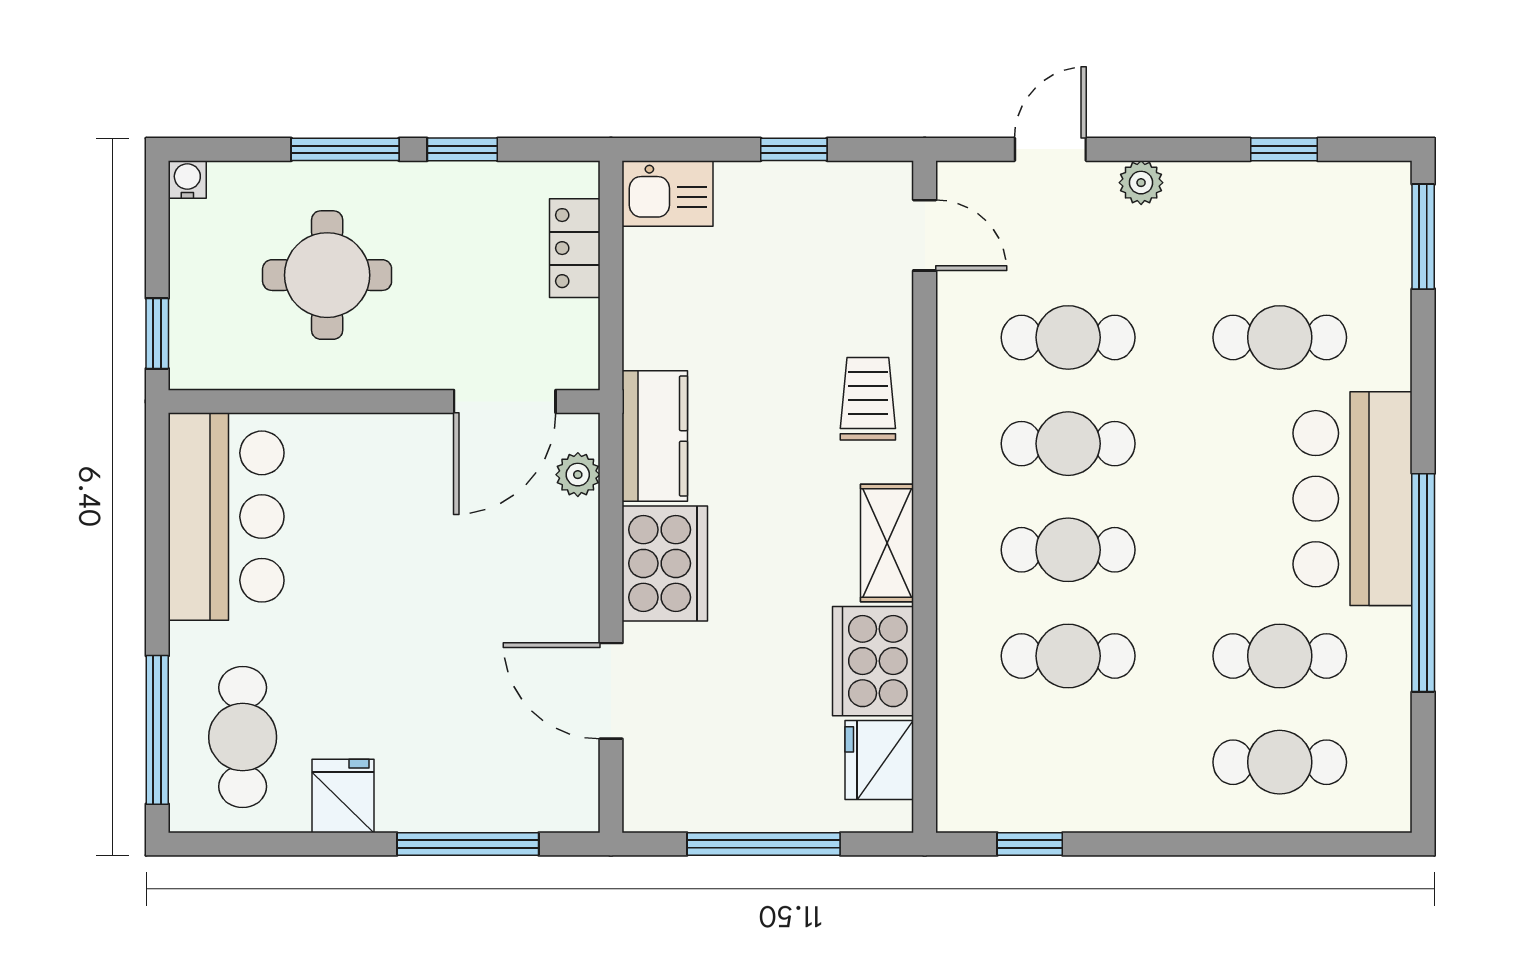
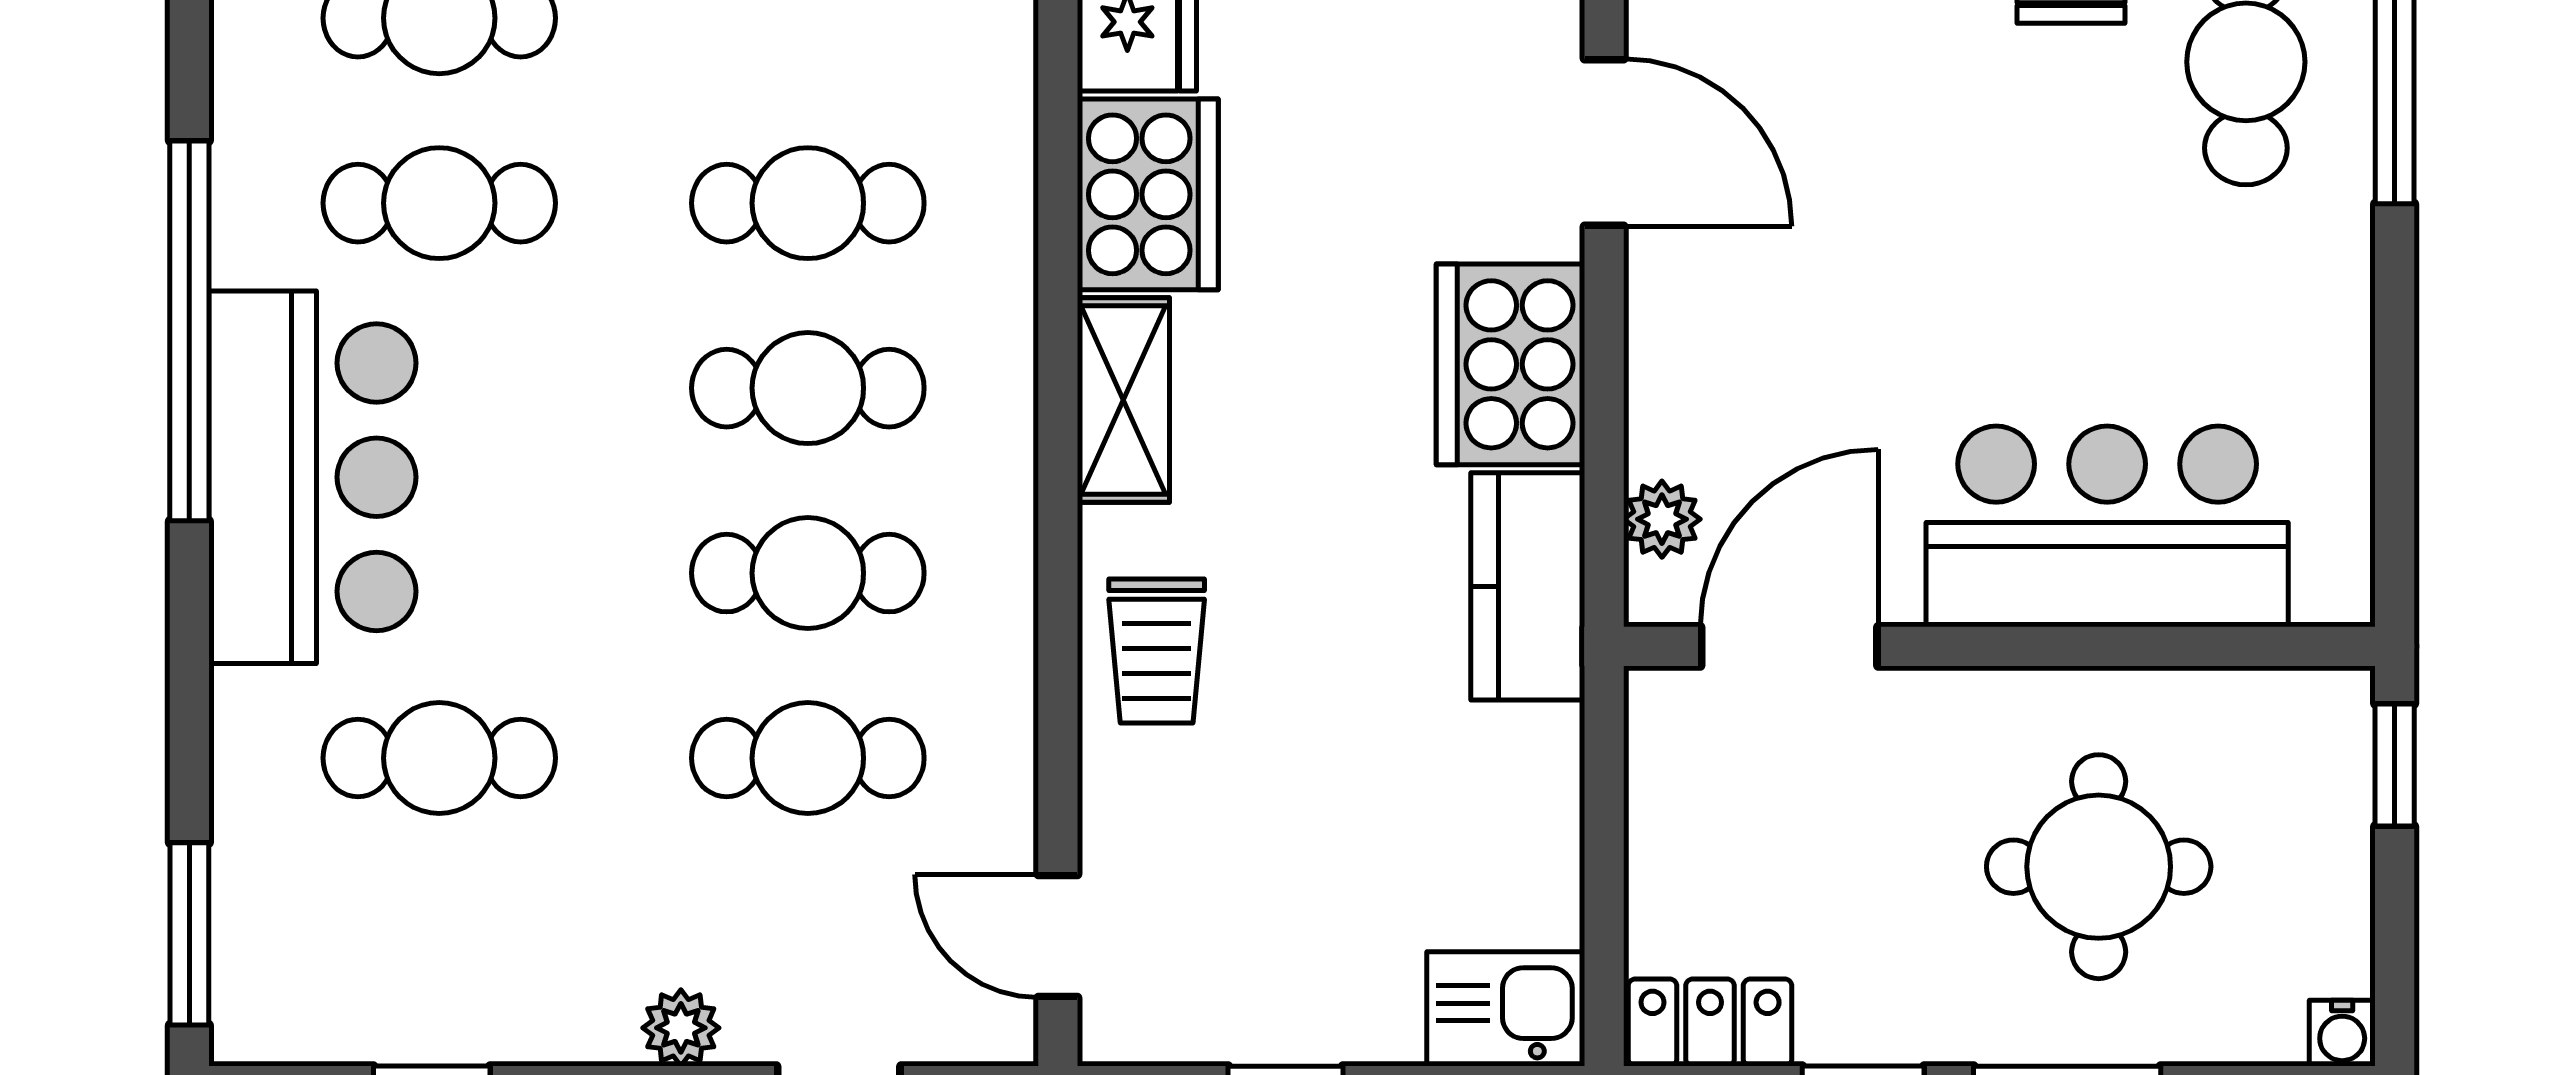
locker: (575, 248) -> (1710, 1022), moved, turned -90
bar counter: (226, 517) -> (2107, 526), moved, turned 90

